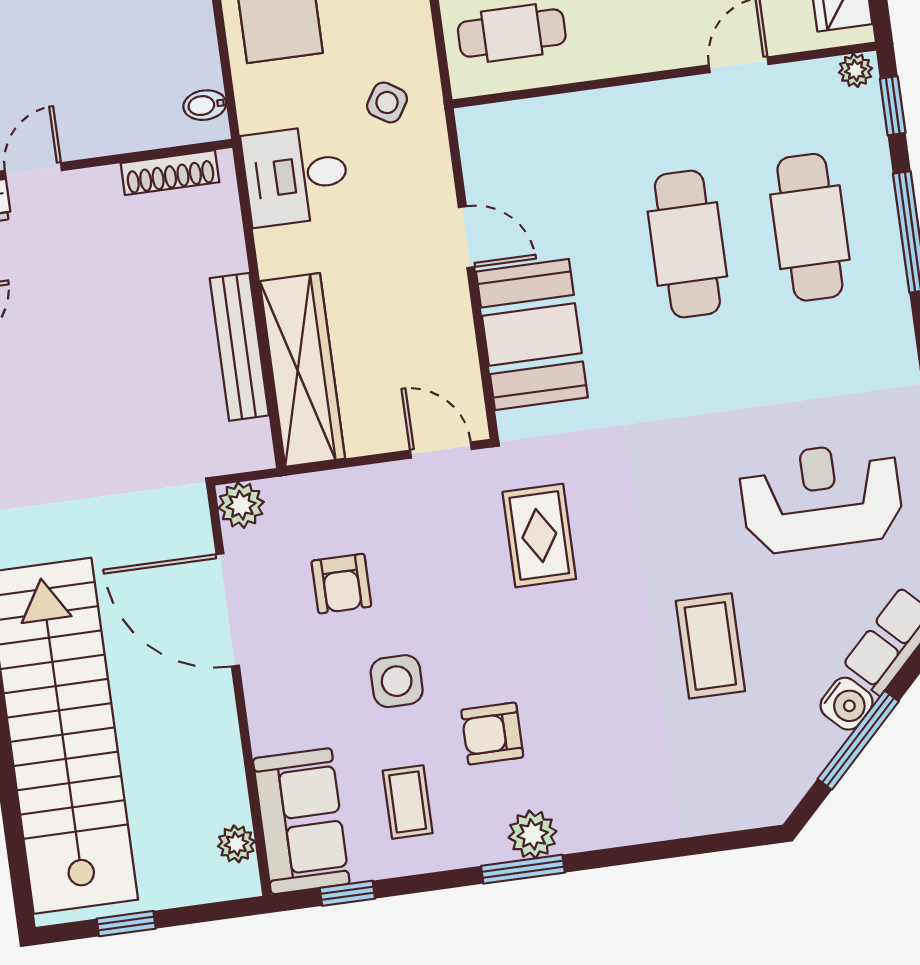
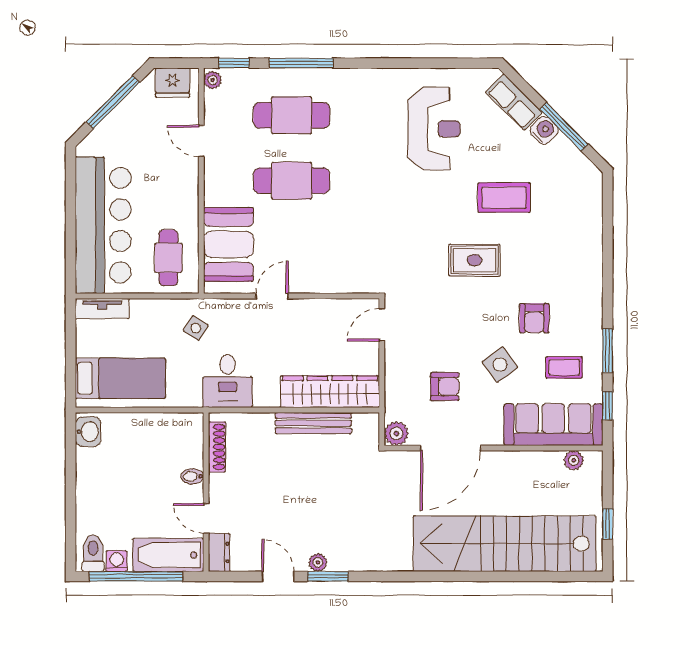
bidet: (205, 105) -> (192, 476), moved, turned 90
booth: (532, 335) -> (229, 244), moved, turned 90
reception desk: (821, 497) -> (434, 129), turned 180
rug: (539, 535) -> (475, 260), moved
side table: (397, 681) -> (500, 365), turned -36
sofa: (301, 821) -> (553, 425), width x1.36
plant: (533, 834) -> (590, 304), removed
window: (523, 869) -> (608, 351), moved

